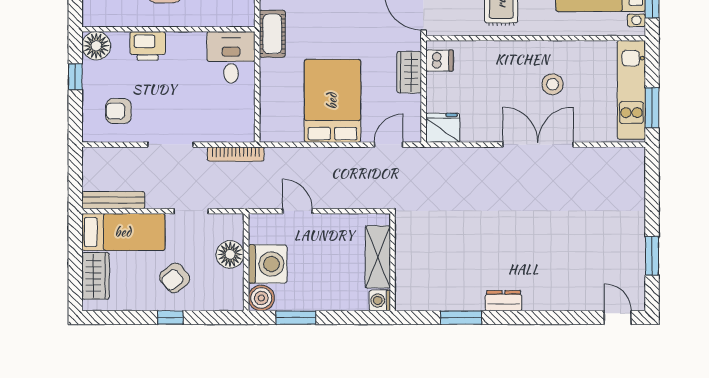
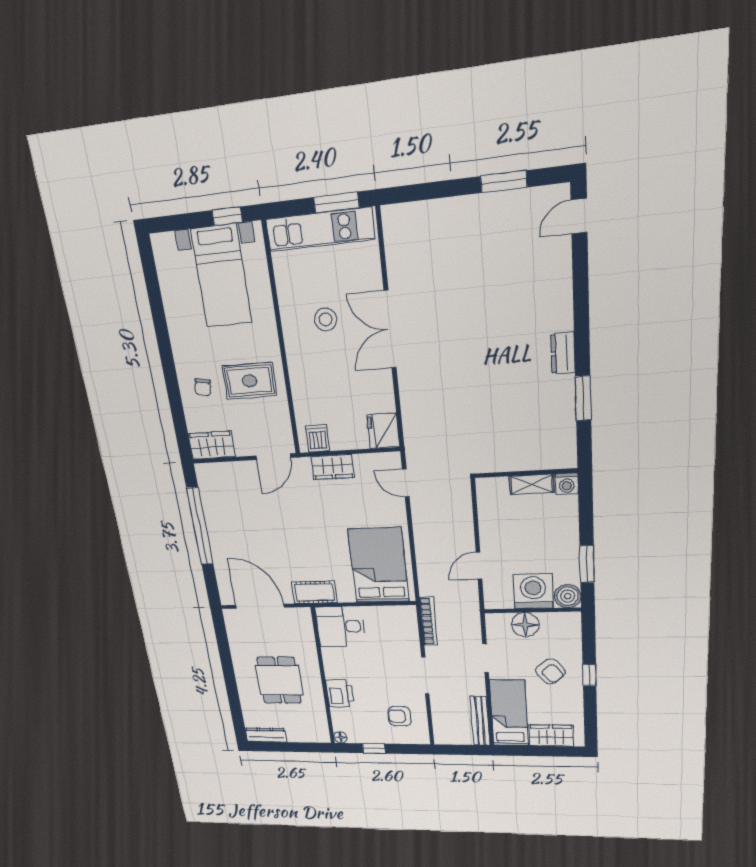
floor lamp: (96, 46) -> (340, 737), width x0.53, depth x0.53
bed: (332, 101) -> (379, 566), moved, turned 90
armchair: (118, 111) -> (400, 716), turned 90
shelving: (378, 257) -> (532, 484), width x0.67, depth x0.75

